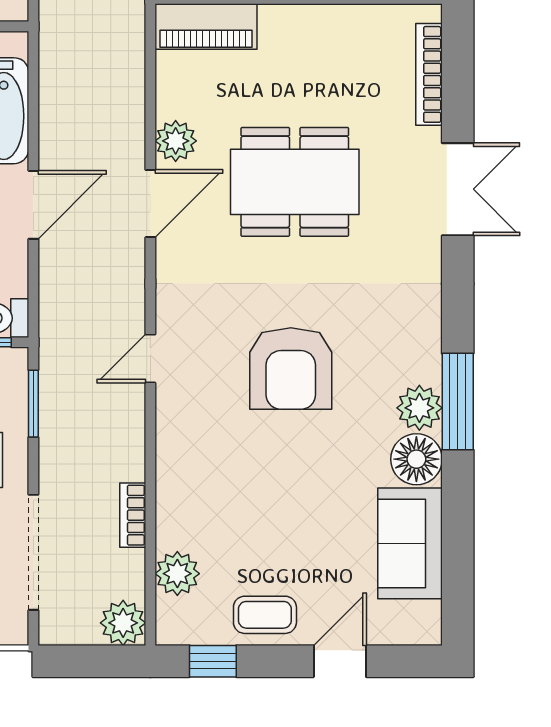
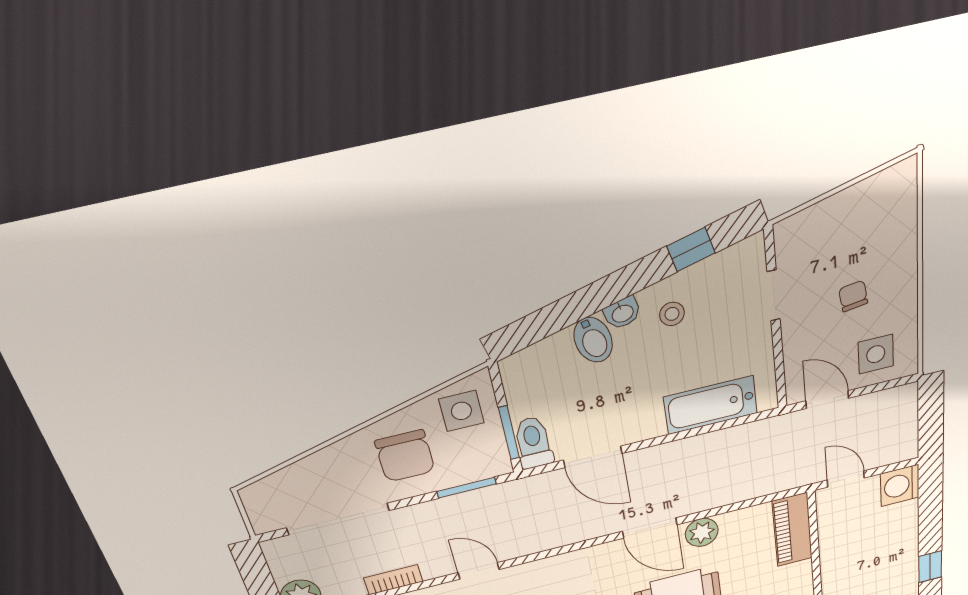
door: (33, 205) -> (593, 457), moved
door: (150, 359) -> (479, 571), moved

